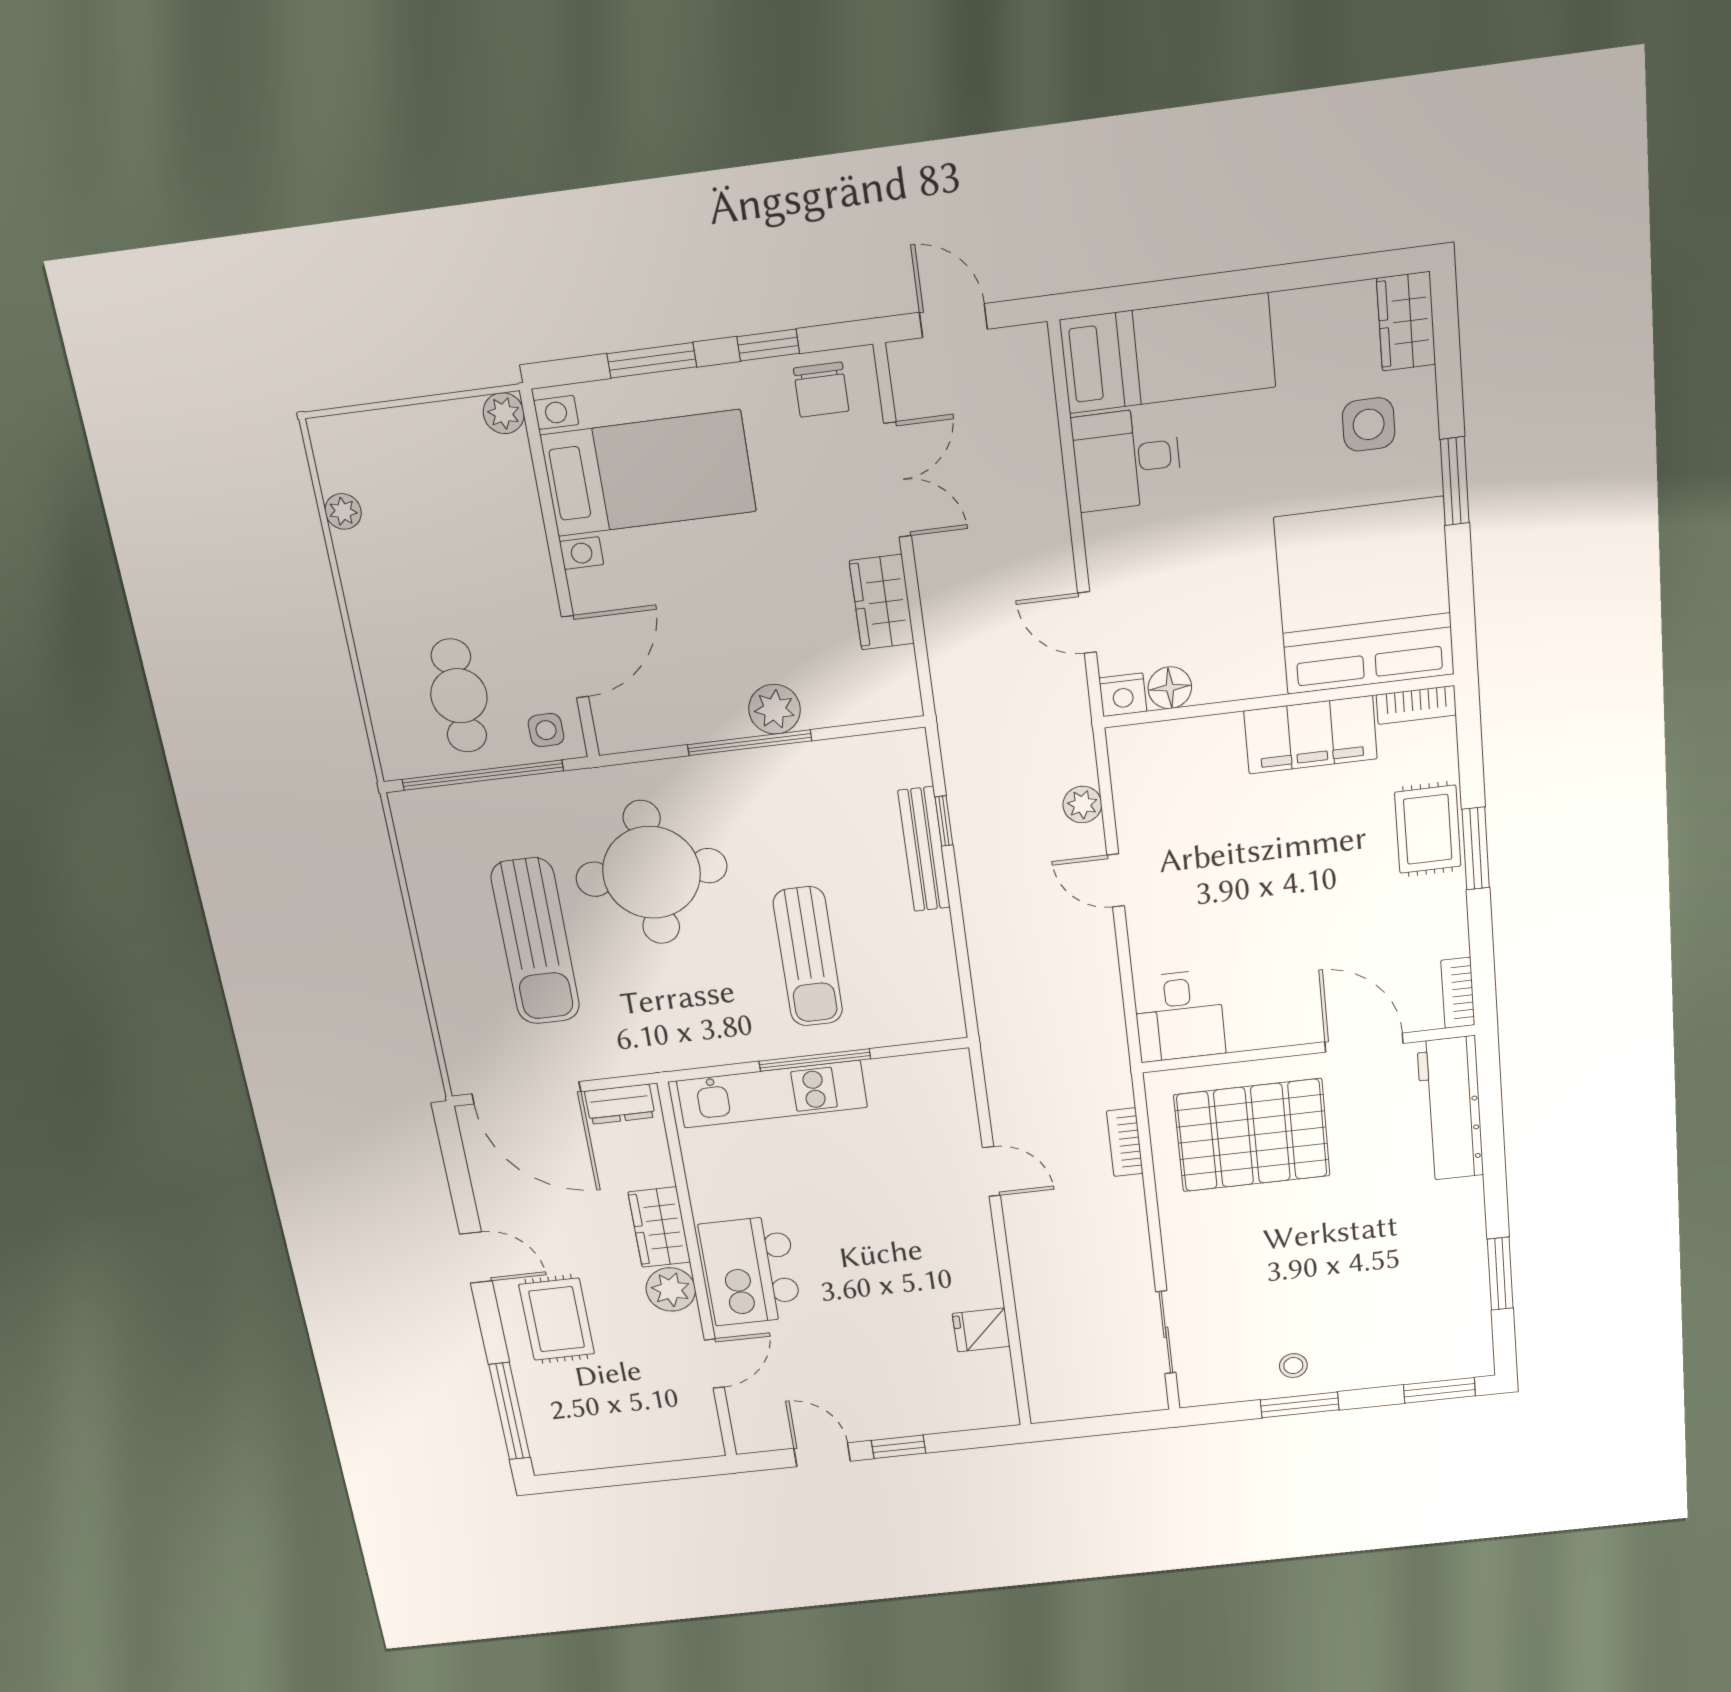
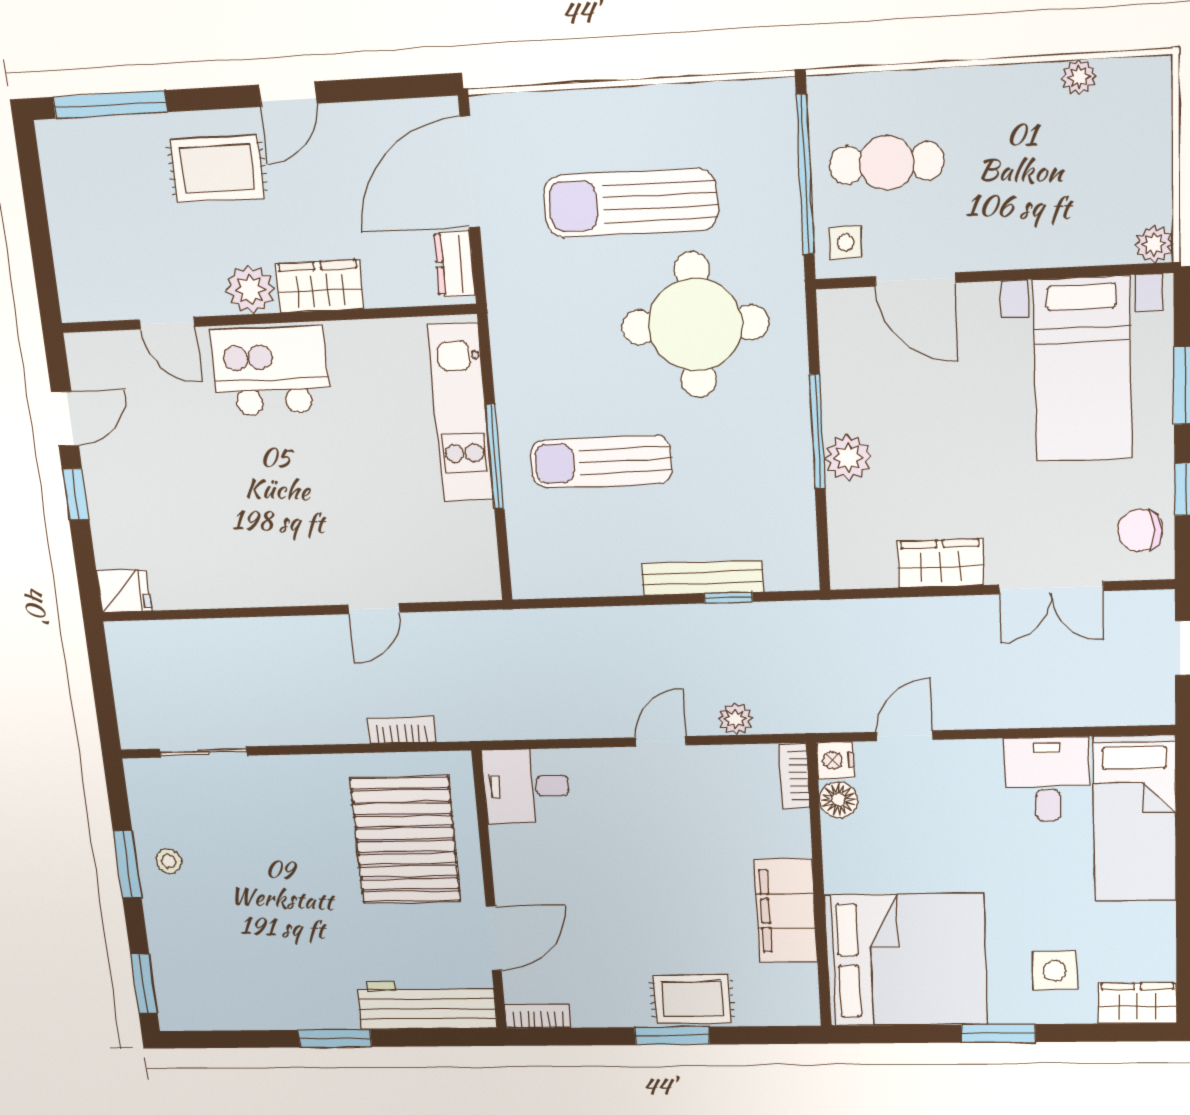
bookcase: (1416, 705) -> (794, 776), moved
window: (1500, 1274) -> (335, 1038), moved
fridge: (981, 1330) -> (124, 591), moved, turned 90

